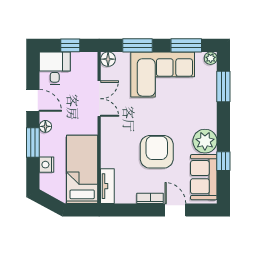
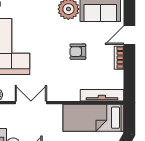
armchair: (157, 152) -> (78, 52), width x0.53, depth x0.53
tv unit: (107, 186) -> (102, 95), width x1.41

